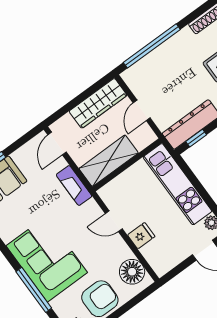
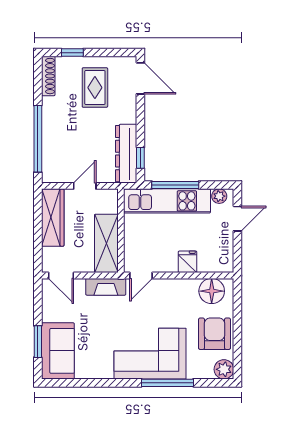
door: (142, 110) -> (85, 186), swing flipped
window: (195, 181) -> (175, 185), added
door: (114, 221) -> (141, 276), moved

